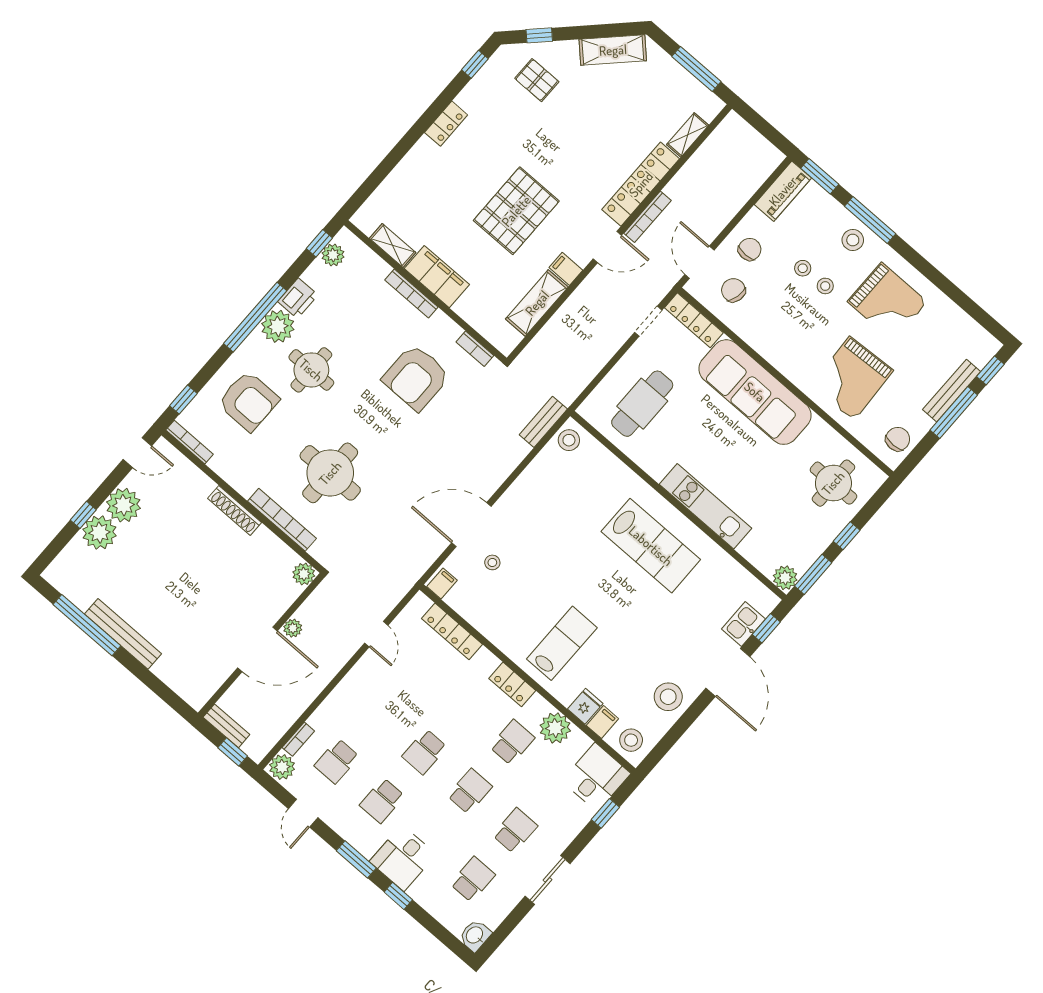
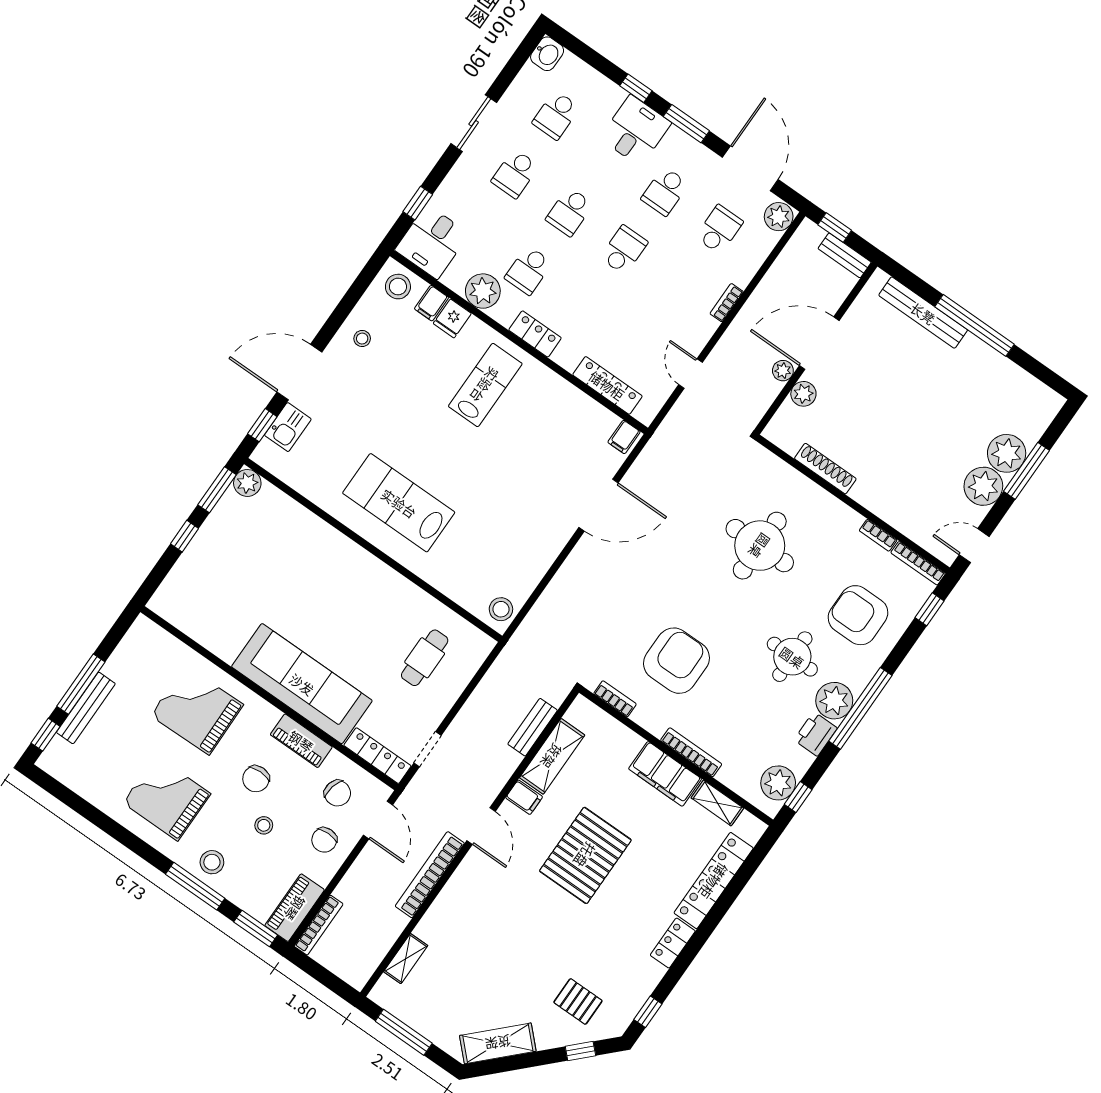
bookcase: (763, 173) -> (319, 925), added
locker: (641, 184) -> (714, 881), moved, turned 180
bookcase: (647, 217) -> (430, 875), width x1.48, depth x1.31
door: (607, 247) -> (481, 826), swing flipped
plant: (333, 255) -> (778, 783), width x1.36, depth x1.36
stool: (825, 286) -> (237, 808), removed
piano: (761, 341) -> (301, 741), added
grand piano: (852, 378) -> (197, 710), turned -88
cafe table: (642, 404) -> (425, 658), width x0.73, depth x0.74
bench: (543, 422) -> (533, 727), moved
chair: (898, 439) -> (256, 779), moved
round table: (833, 483) -> (205, 593), removed
kitchen unit: (705, 506) -> (343, 552), removed
shoe rack: (235, 510) -> (825, 469), moved
window: (83, 515) -> (1027, 471), width x2.17
bookcase: (282, 520) -> (878, 535), moved, width x0.43, depth x0.76
stool: (492, 562) -> (571, 466), removed
plant: (304, 574) -> (803, 394), moved
window: (87, 625) -> (975, 325), moved
bench: (123, 634) -> (923, 313), moved
lab bench: (562, 643) -> (485, 385), turned 180
door: (728, 672) -> (299, 372), hinge flipped
stool: (668, 697) -> (362, 339), width x0.53, depth x0.53
bookcase: (298, 739) -> (727, 303), moved
school desk: (382, 801) -> (665, 191), turned 180
door: (303, 813) -> (750, 168), width x1.88

